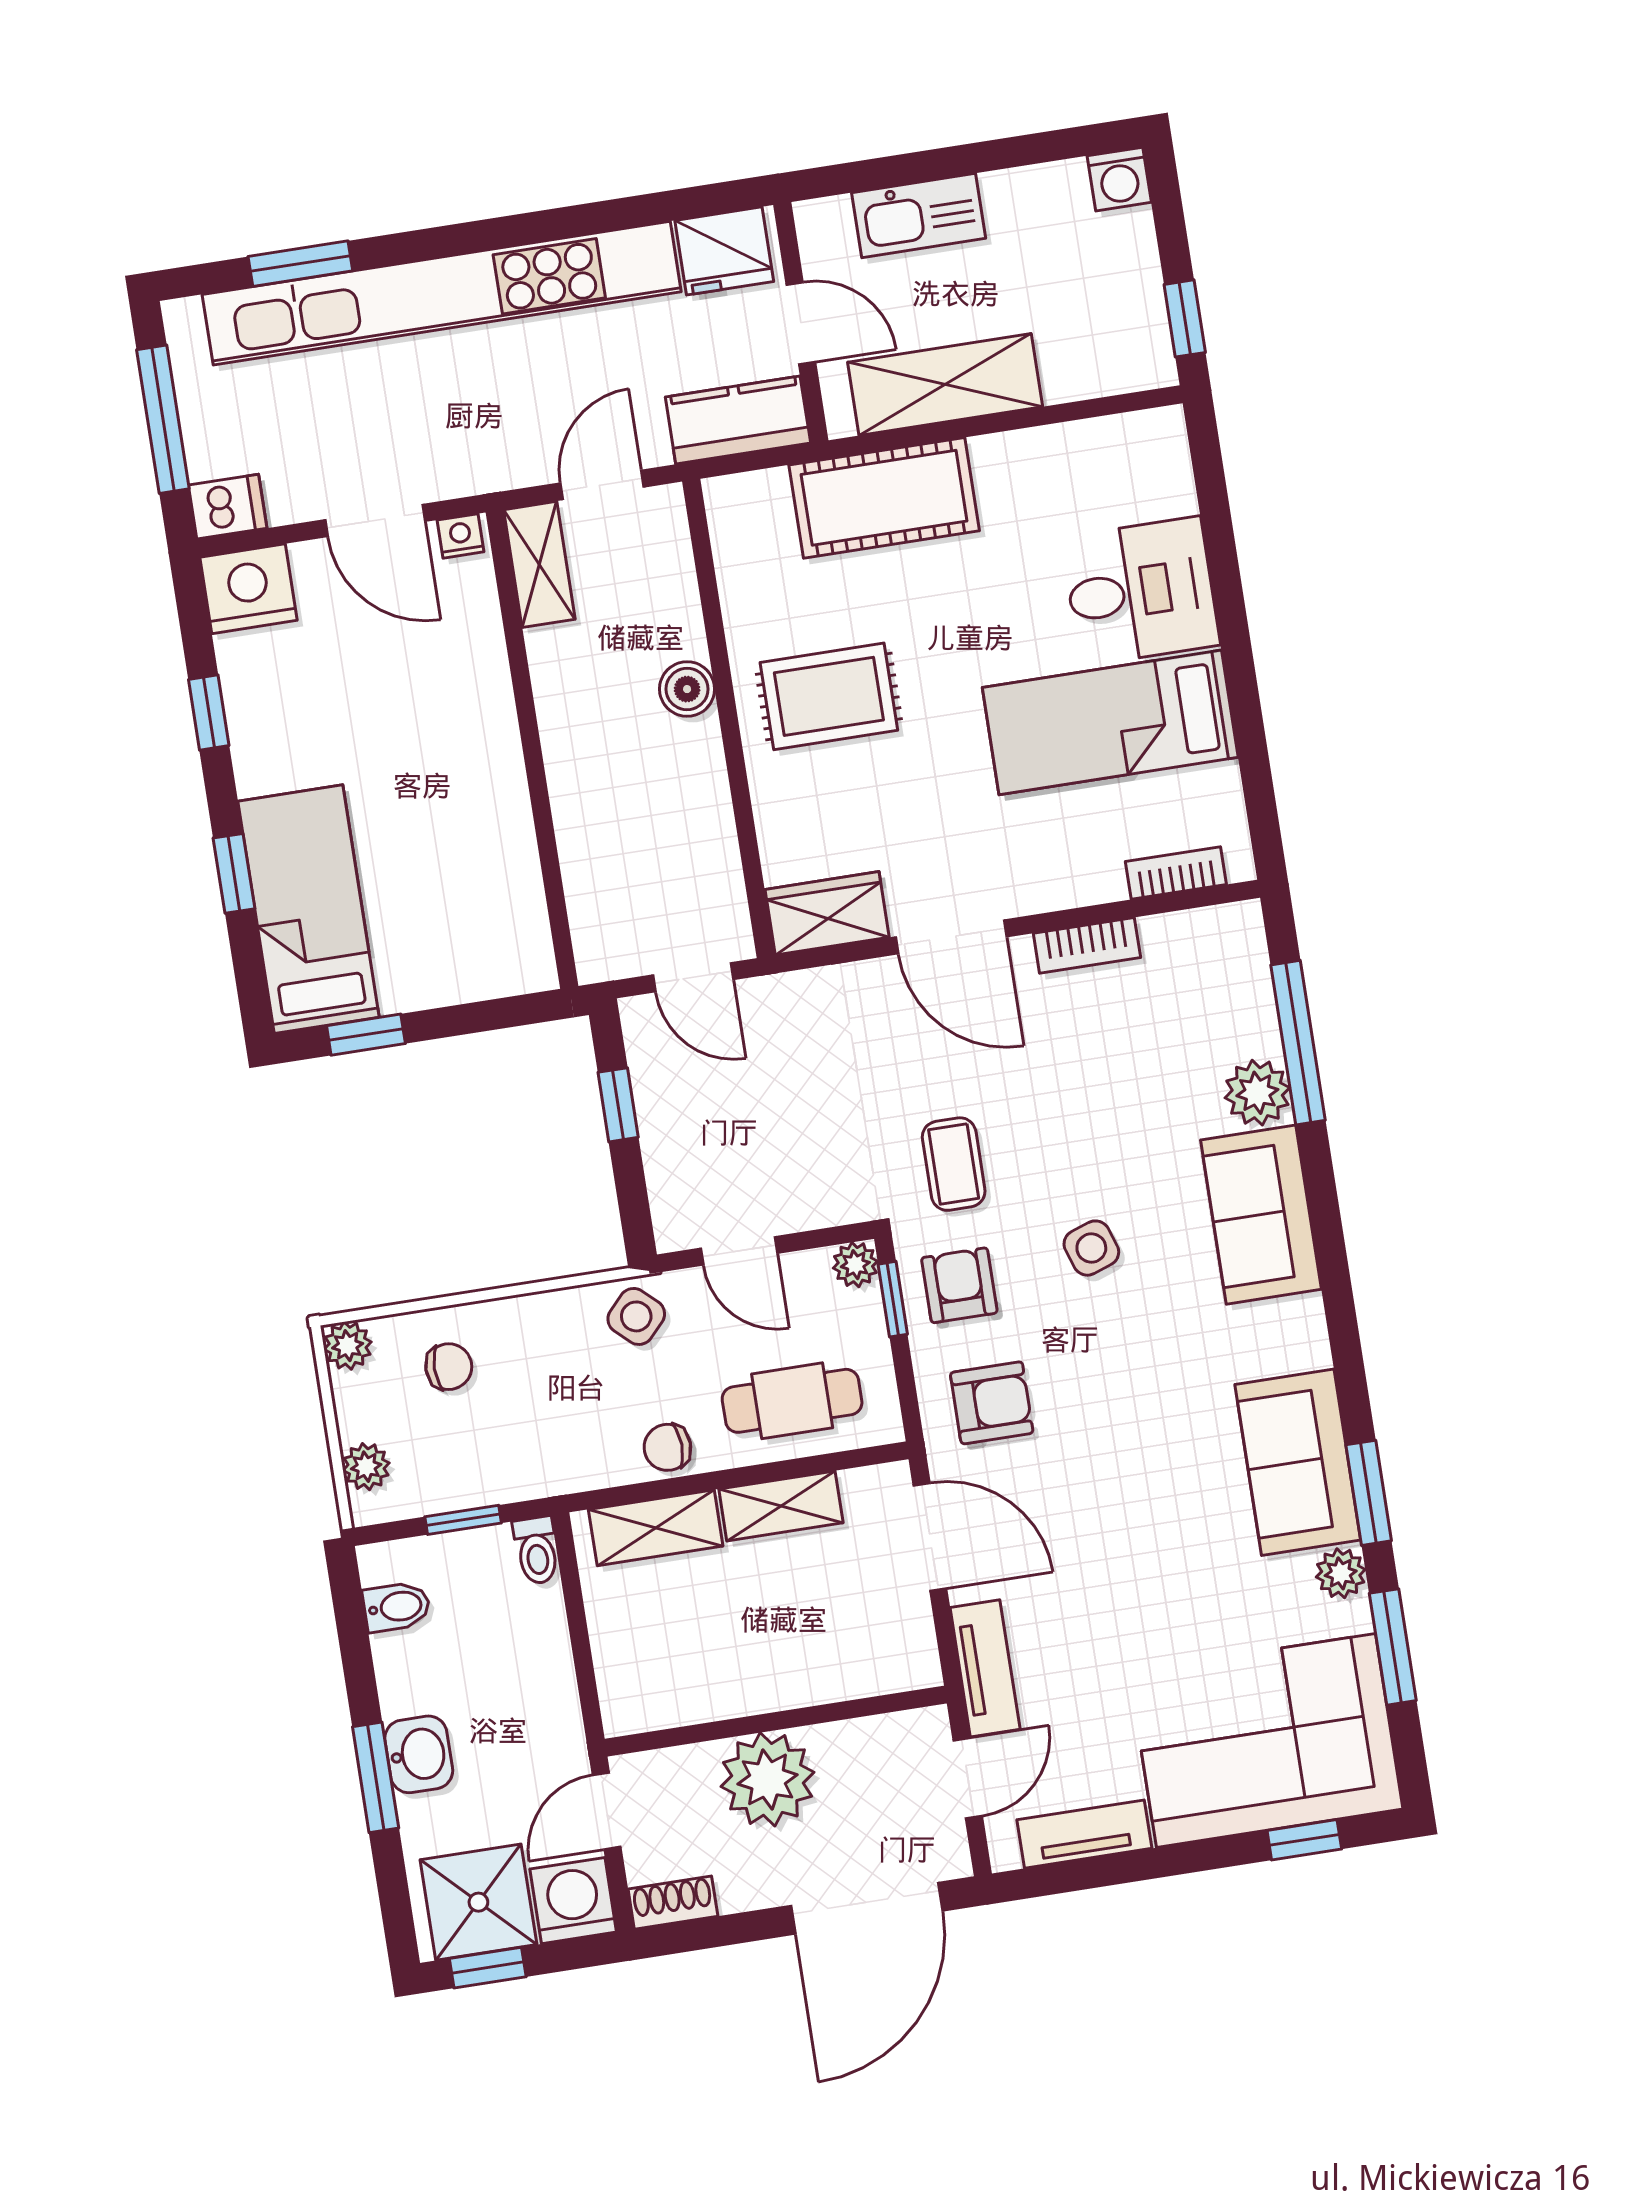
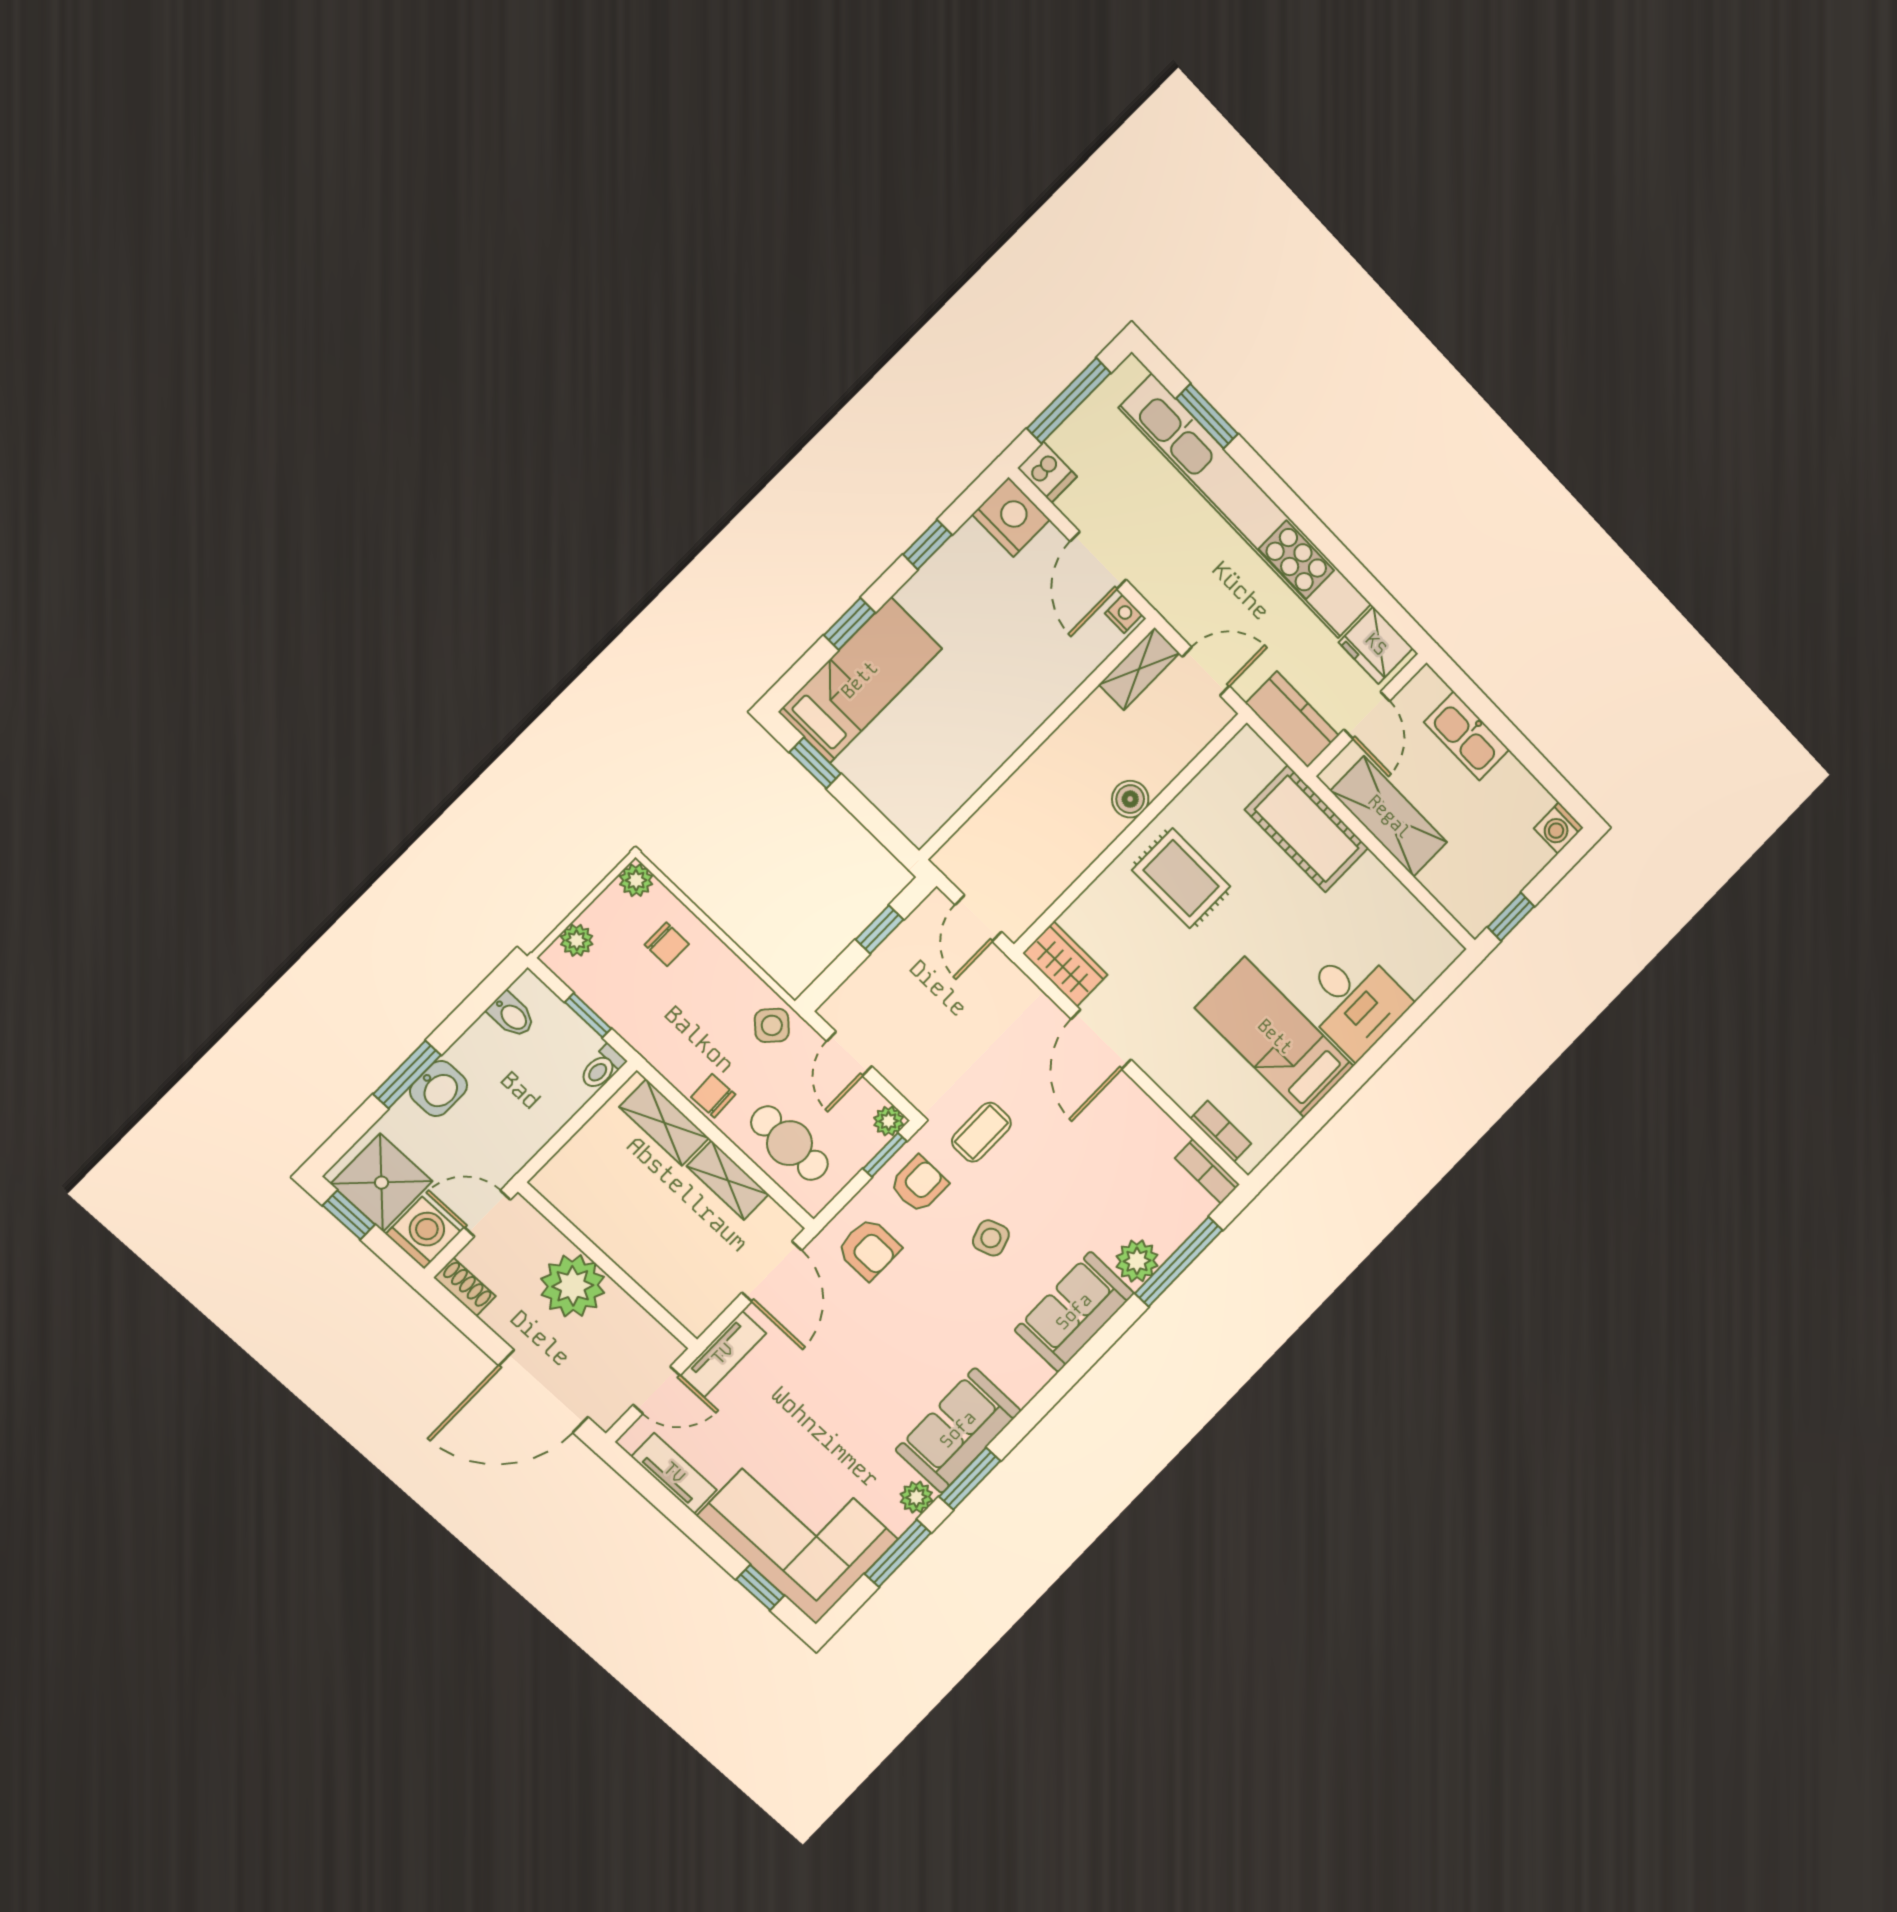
bookcase: (1087, 945) -> (1207, 1171), moved

